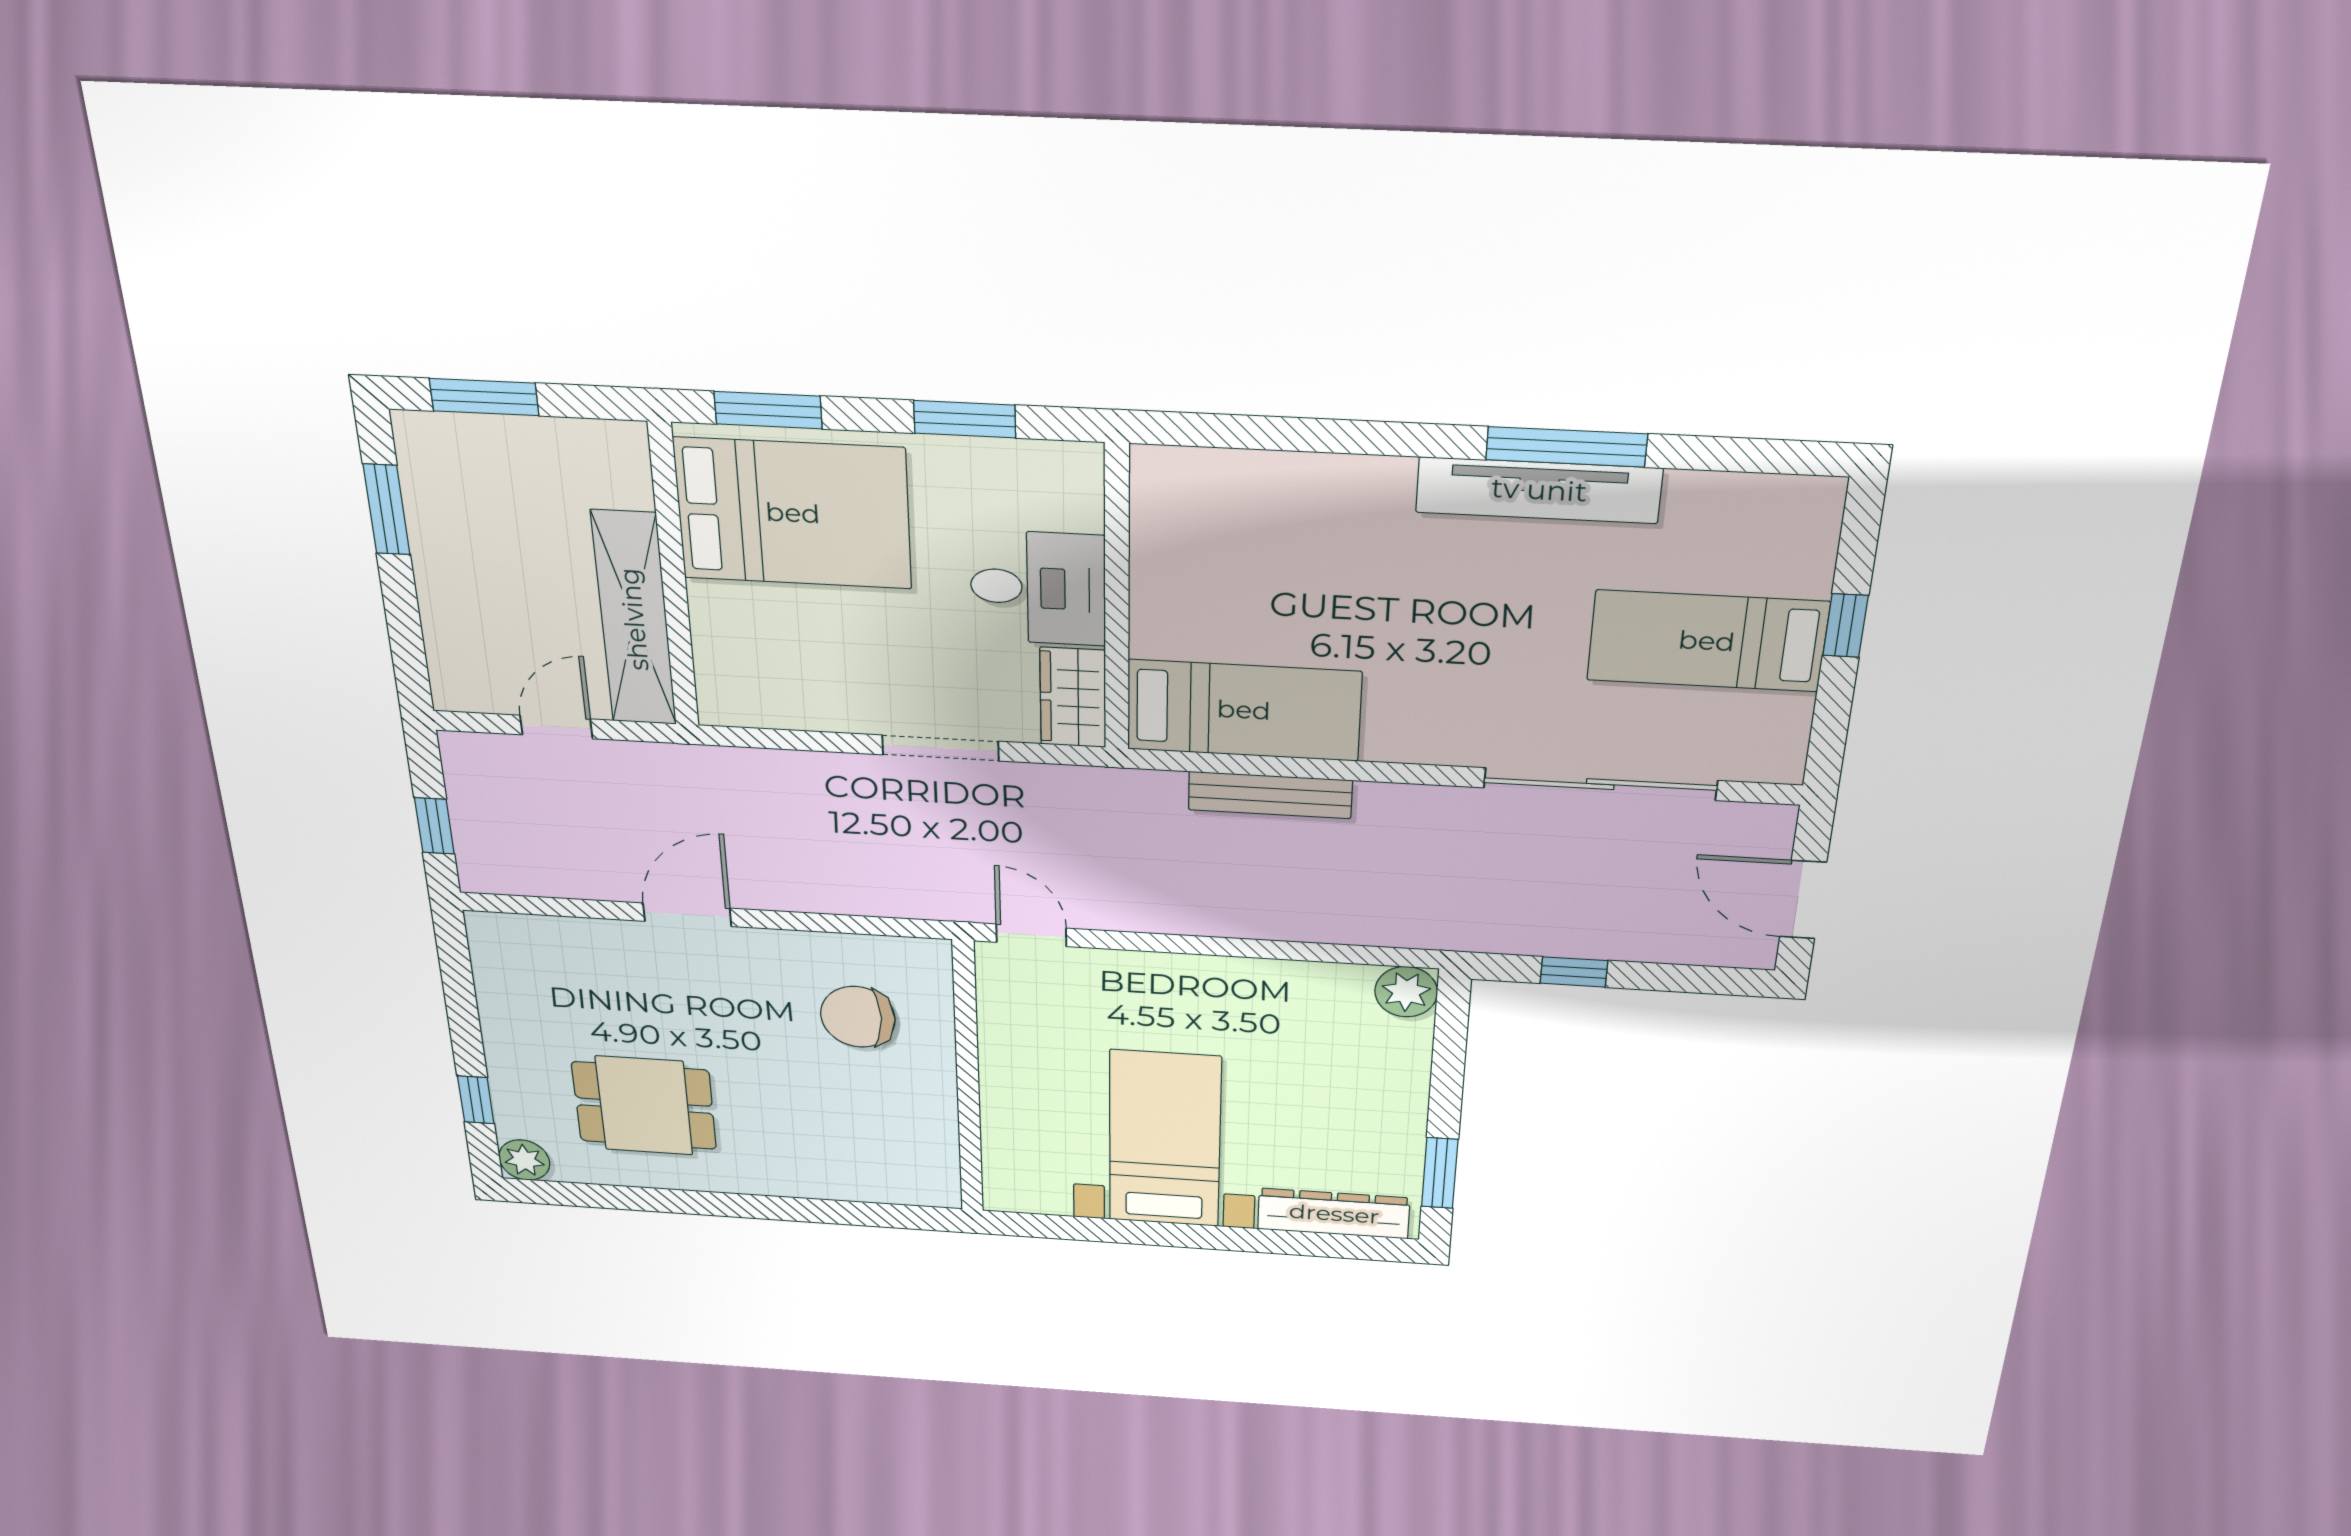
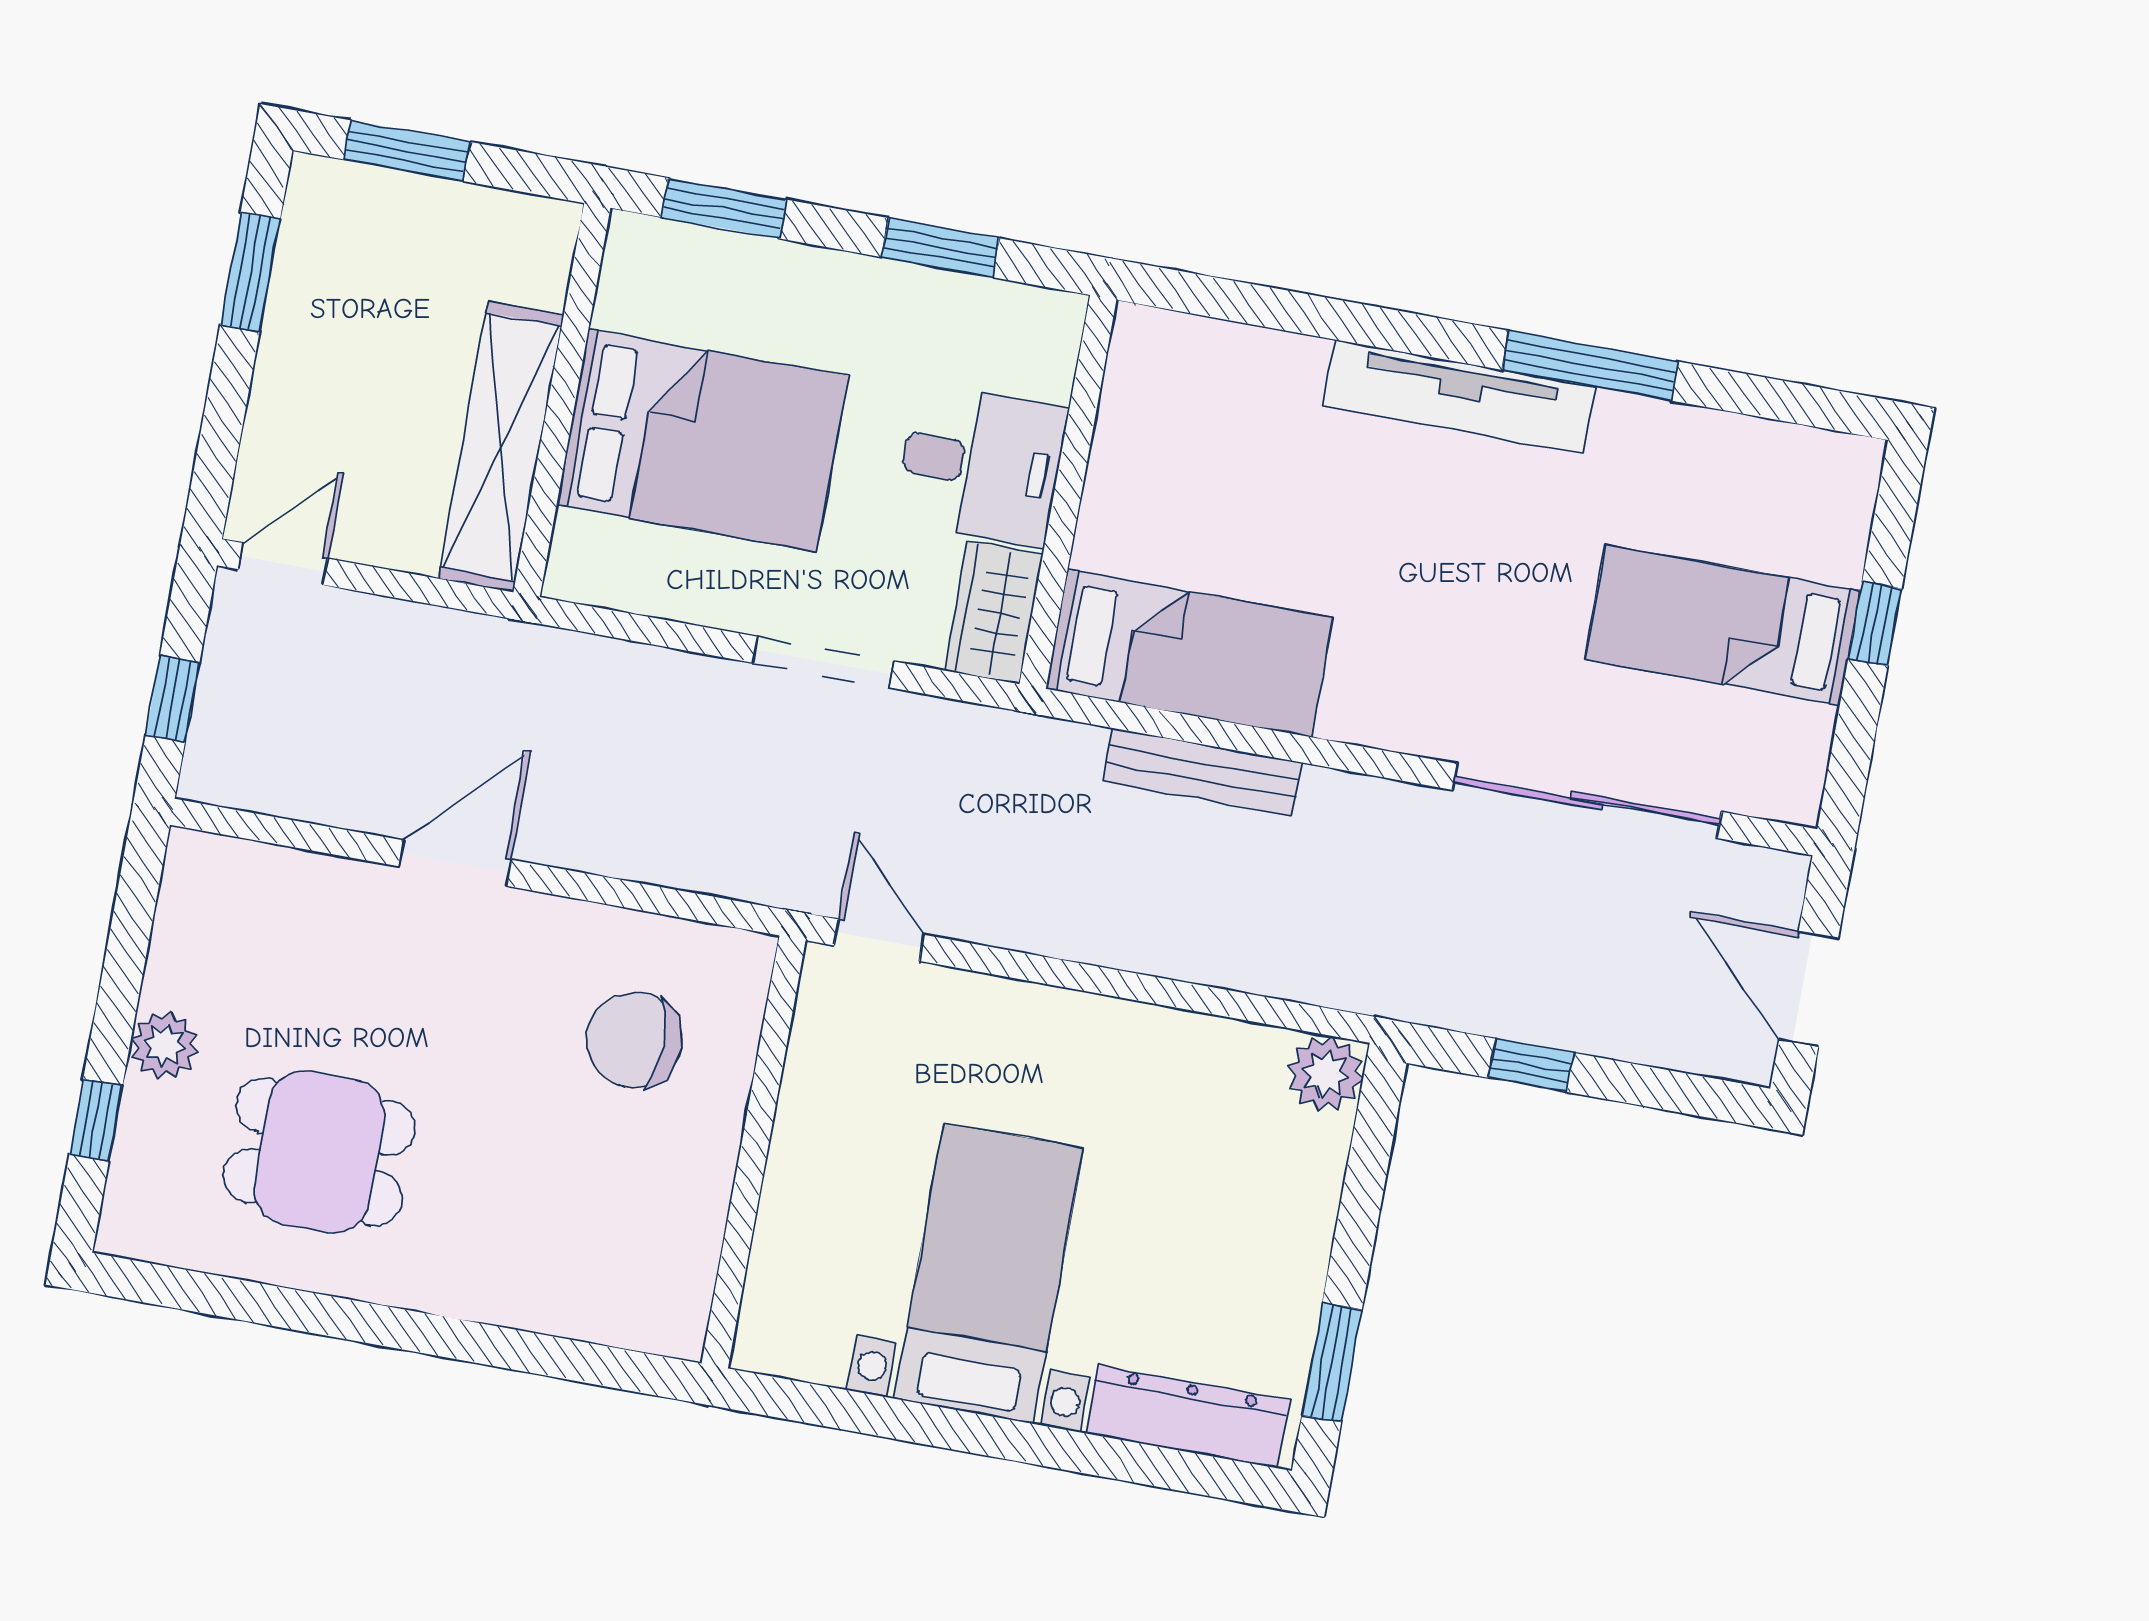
tv unit: (1539, 490) -> (1459, 397), moved
bed: (793, 513) -> (702, 440), moved
door: (556, 727) -> (283, 564), moved
plant: (524, 1160) -> (164, 1045), moved

